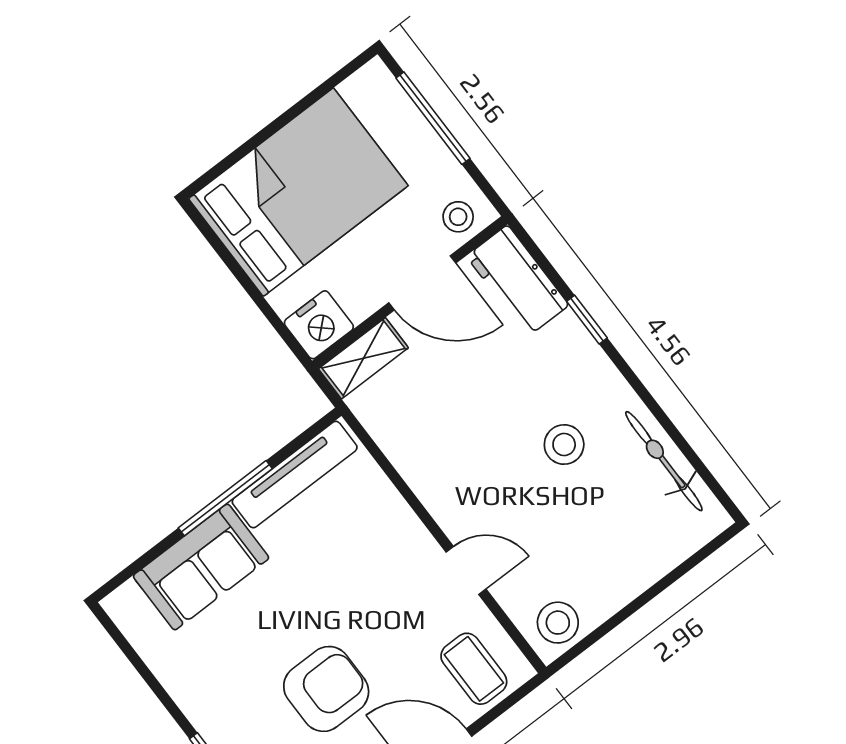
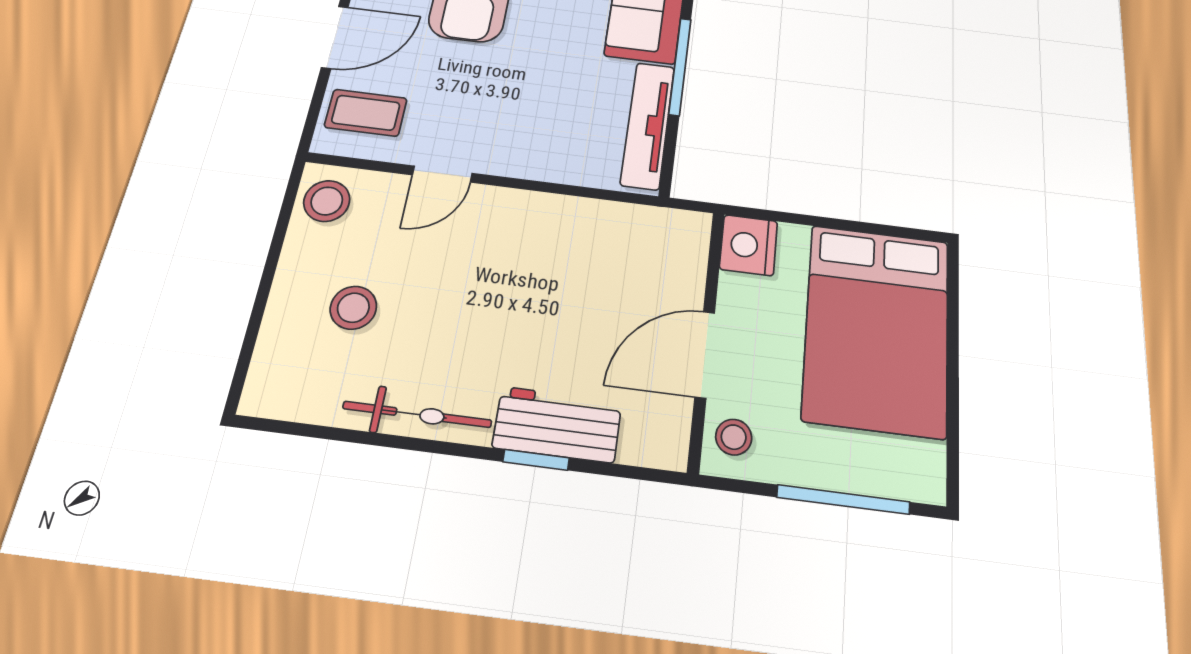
workbench: (518, 281) -> (557, 424), moved
shelving: (363, 358) -> (688, 253), removed
stool: (564, 444) -> (353, 308), moved
bicycle: (664, 461) -> (417, 414), moved

